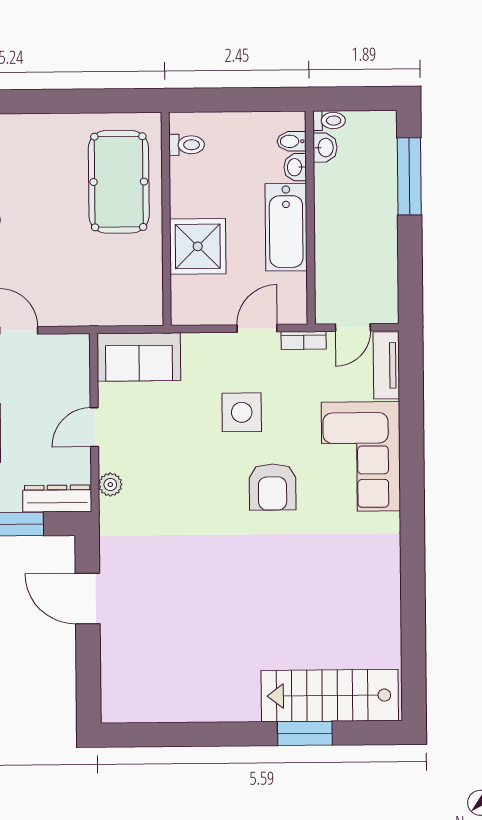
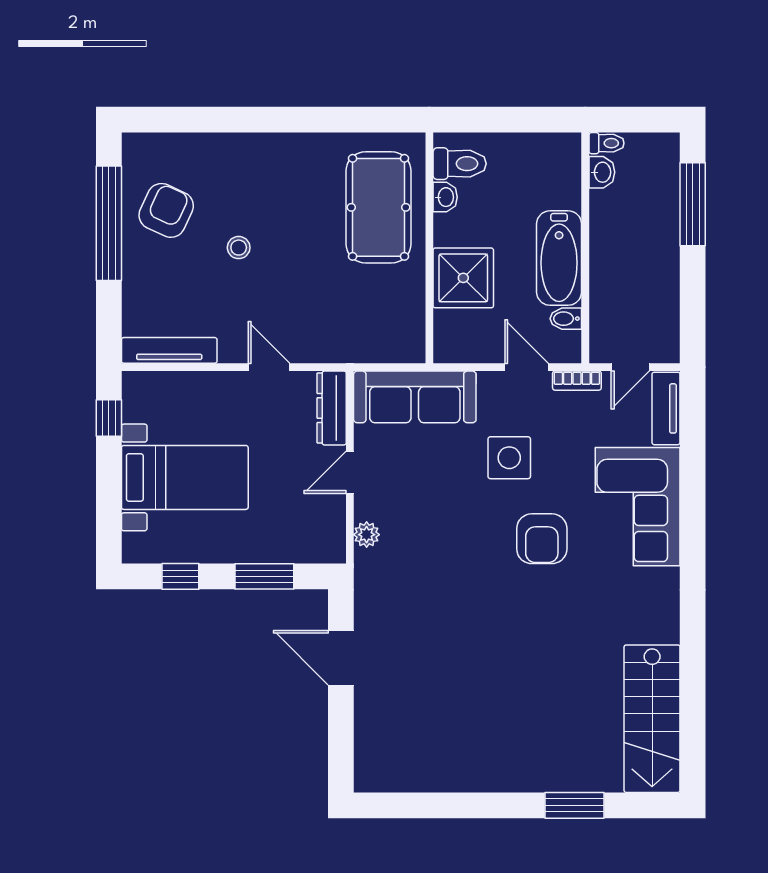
bidet: (292, 141) -> (566, 319), moved
toilet: (187, 145) -> (460, 164), width x1.37, depth x1.39
washbasin: (295, 167) -> (445, 197), moved, turned 180
door: (257, 328) -> (527, 367), hinge flipped
sofa: (139, 357) -> (415, 397), width x1.36
dresser: (57, 499) -> (332, 408), moved, turned -90
stairs: (330, 696) -> (652, 719), moved, turned -90

